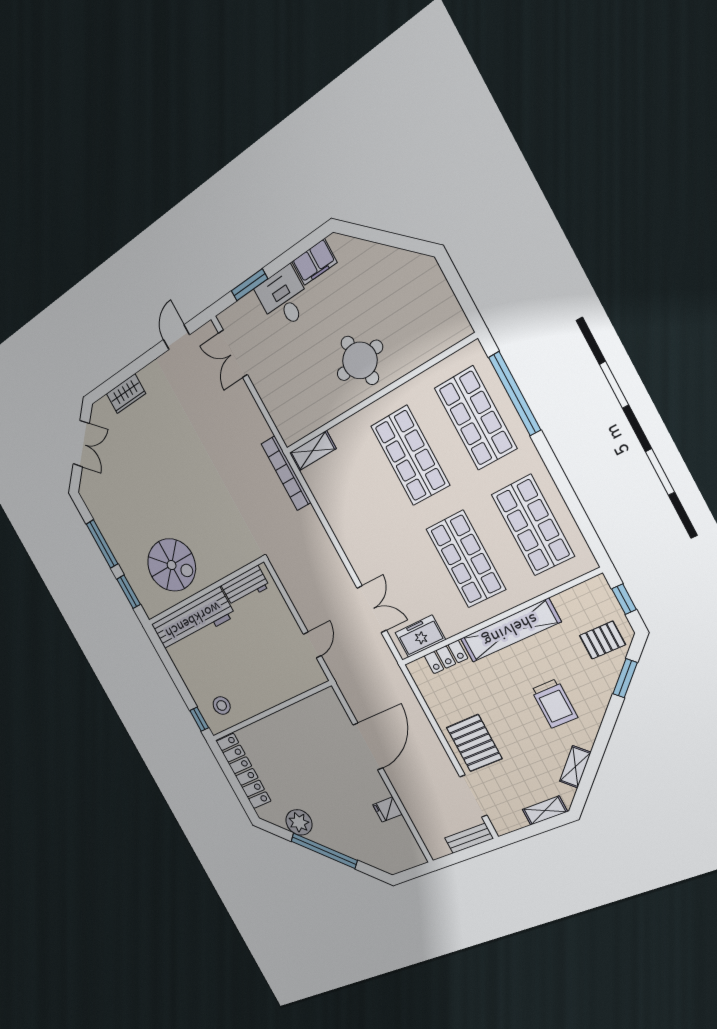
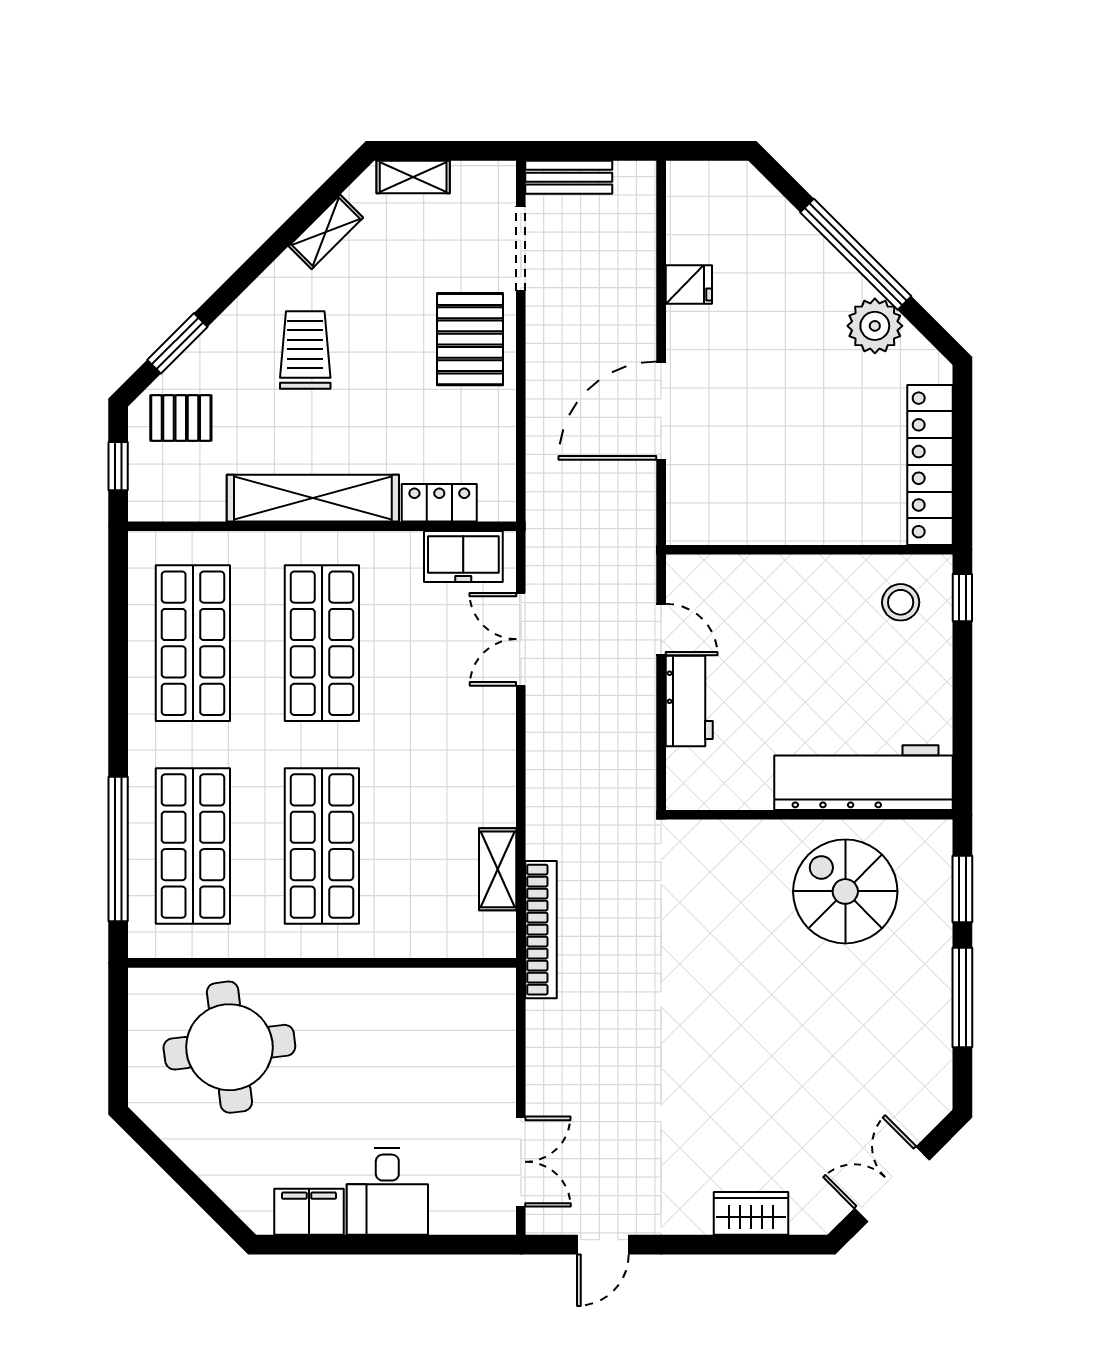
window: (249, 285) -> (431, 1245), removed
round table: (360, 360) -> (229, 1047), moved, width x1.36, depth x1.36
shelving: (313, 451) -> (498, 869), moved, turned 90
workbench: (245, 586) -> (689, 701), moved, turned 90
door: (312, 645) -> (661, 629), swing flipped

